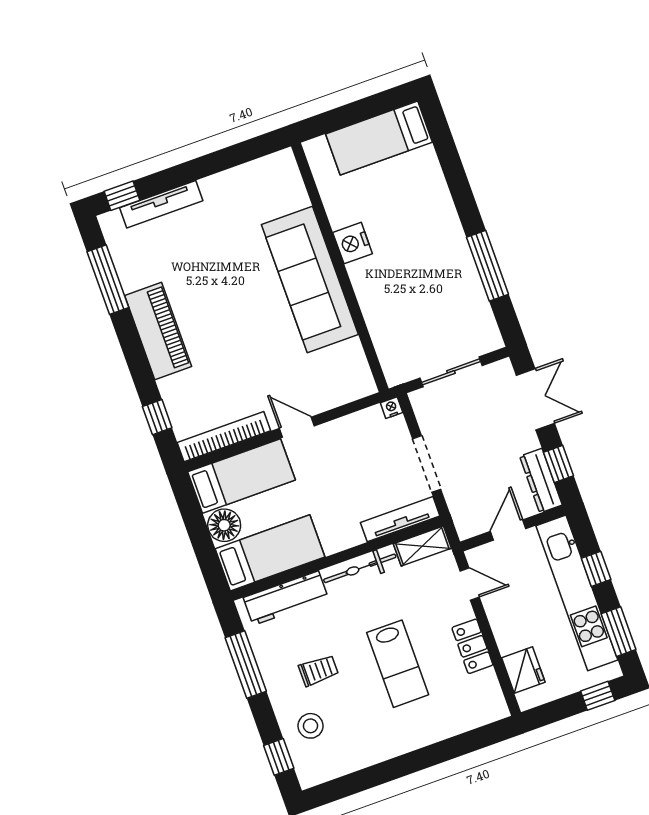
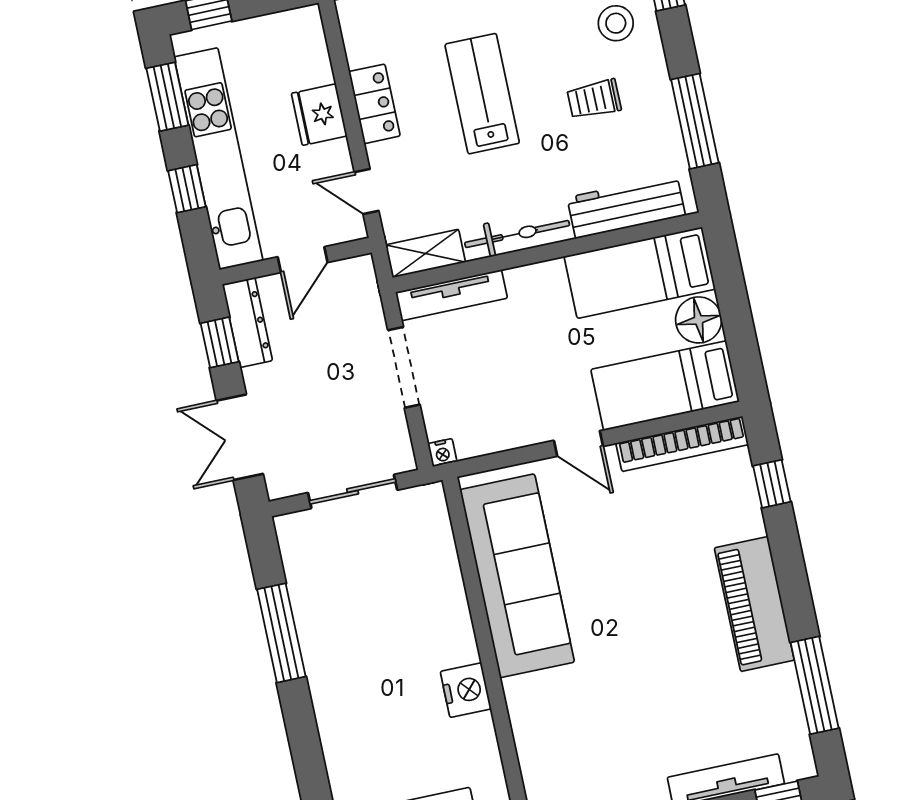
sofa: (310, 280) -> (517, 576), moved
fridge: (523, 670) -> (319, 115), moved

